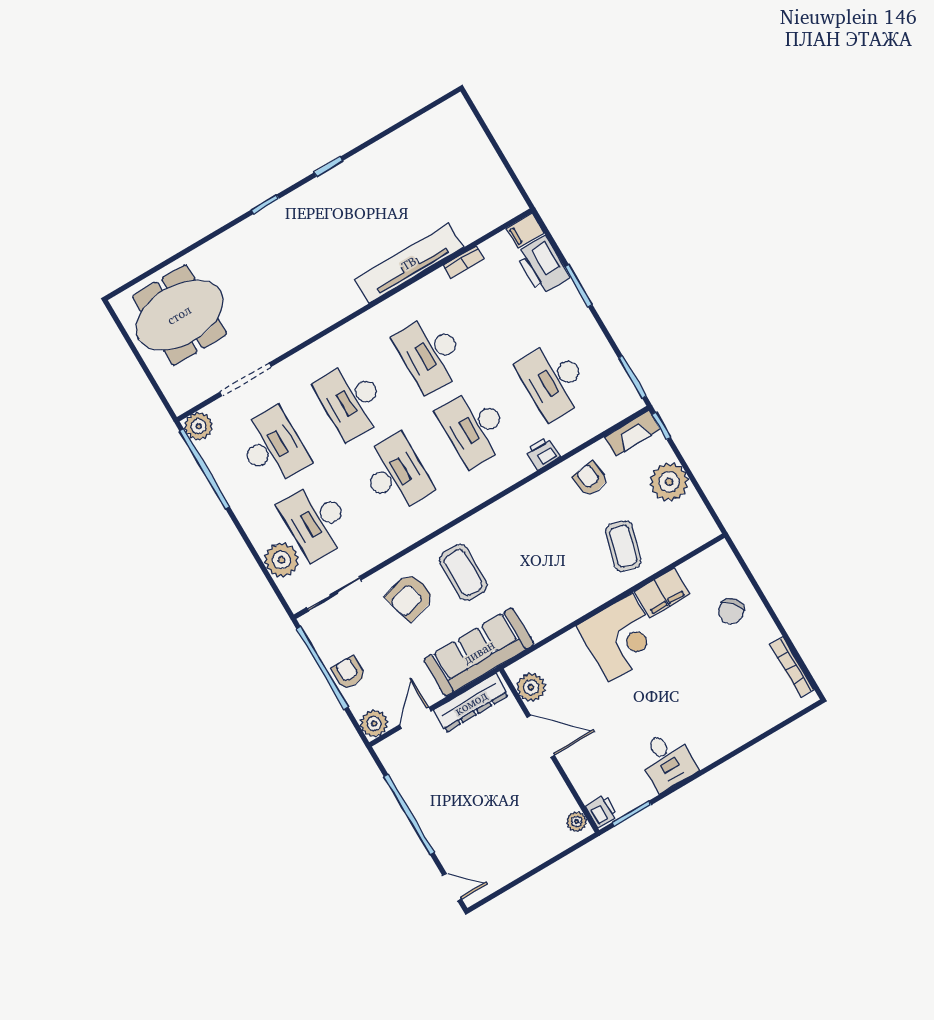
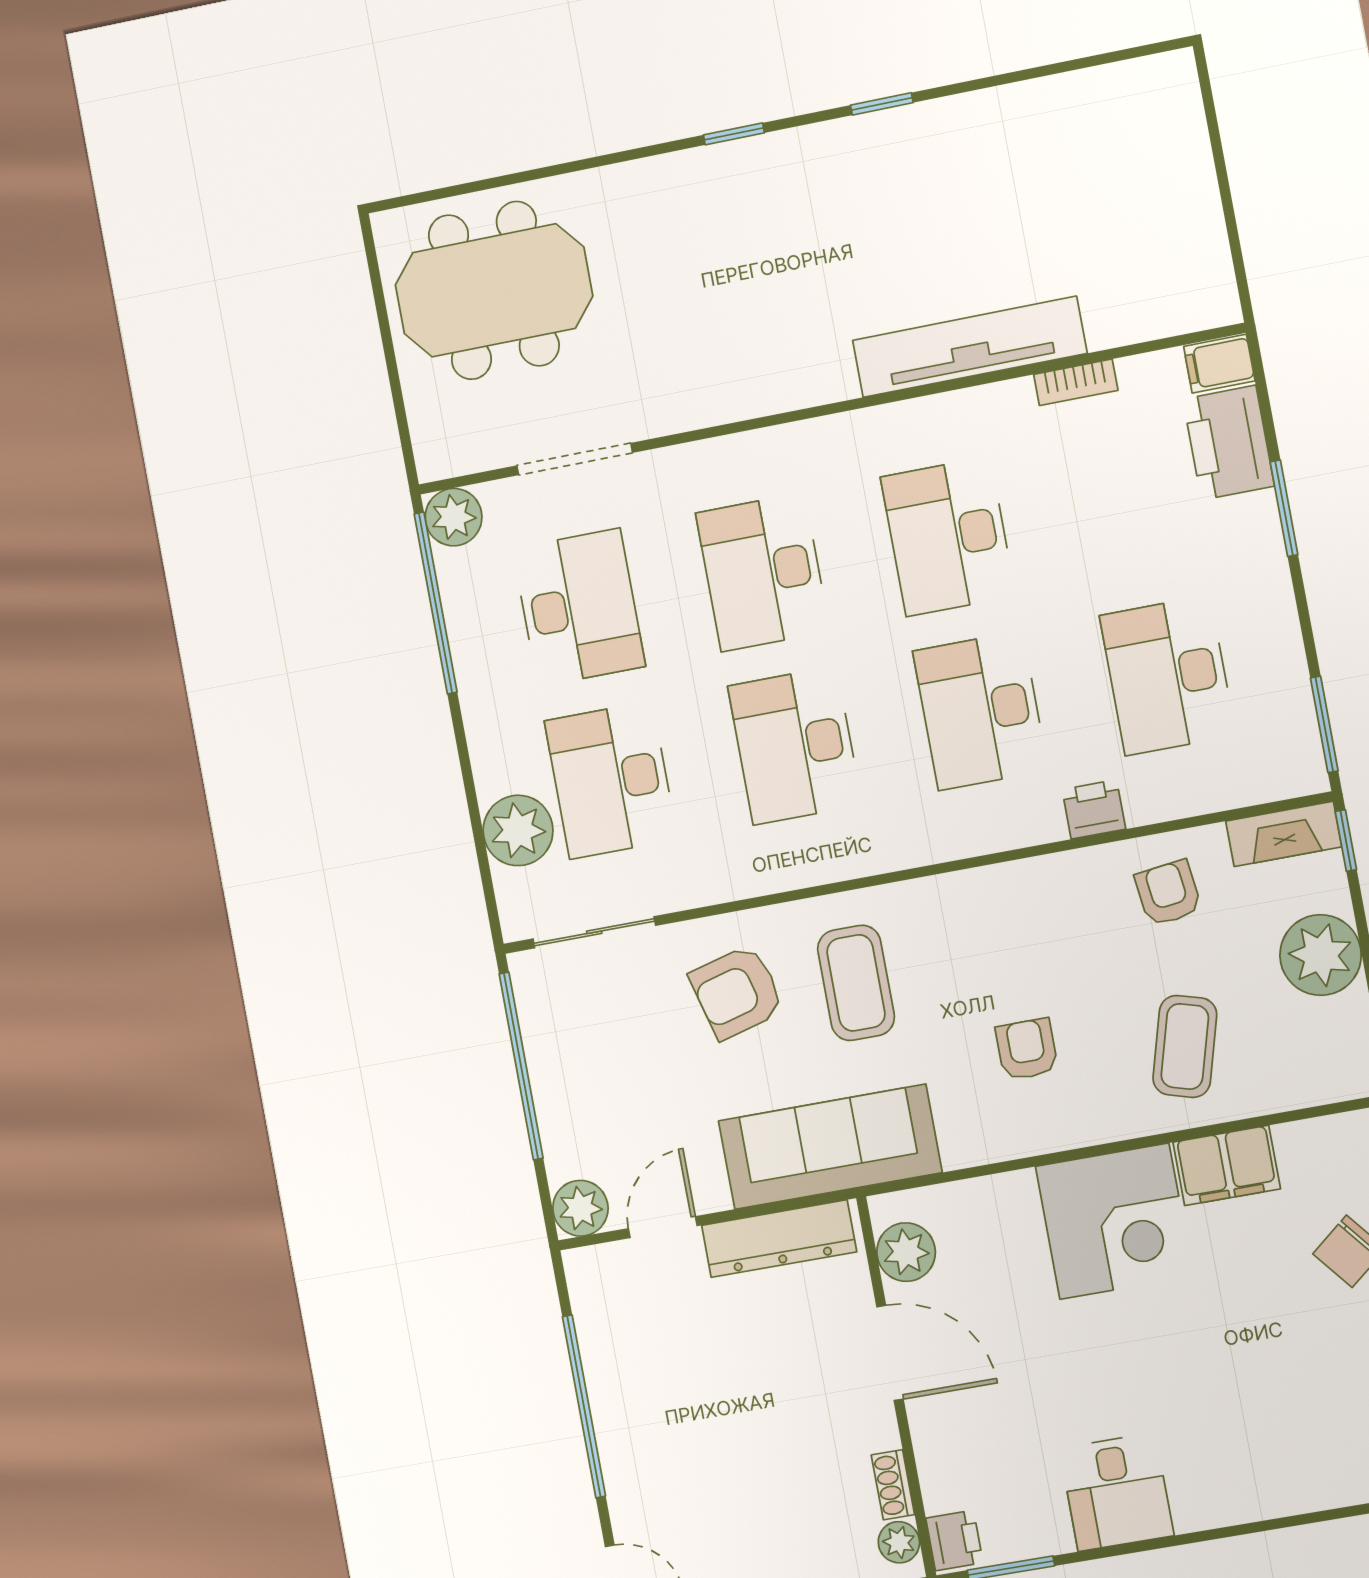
desk: (395, 474) -> (795, 746), turned 180
armchair: (349, 673) -> (1027, 1049), moved
shoe rack: (564, 796) -> (893, 1485), added

